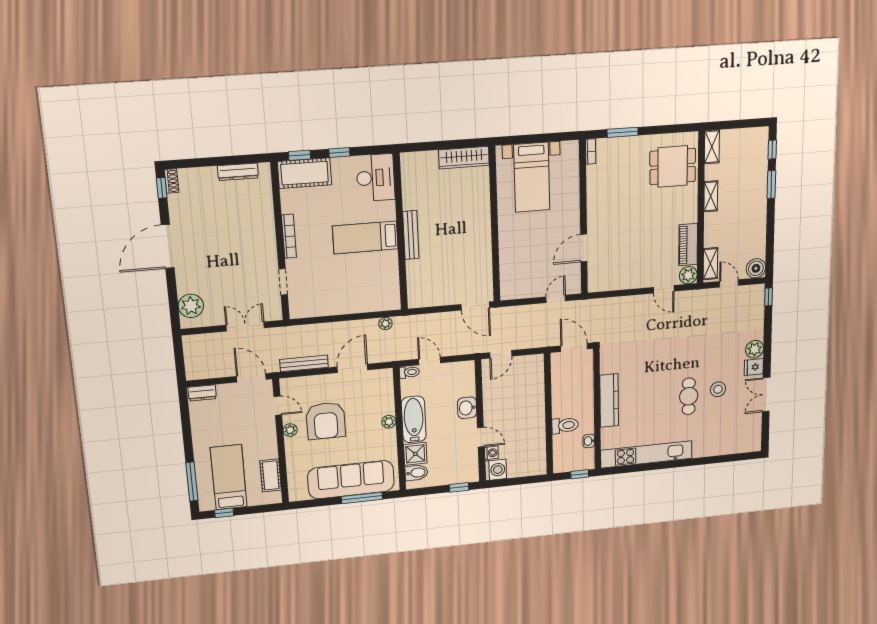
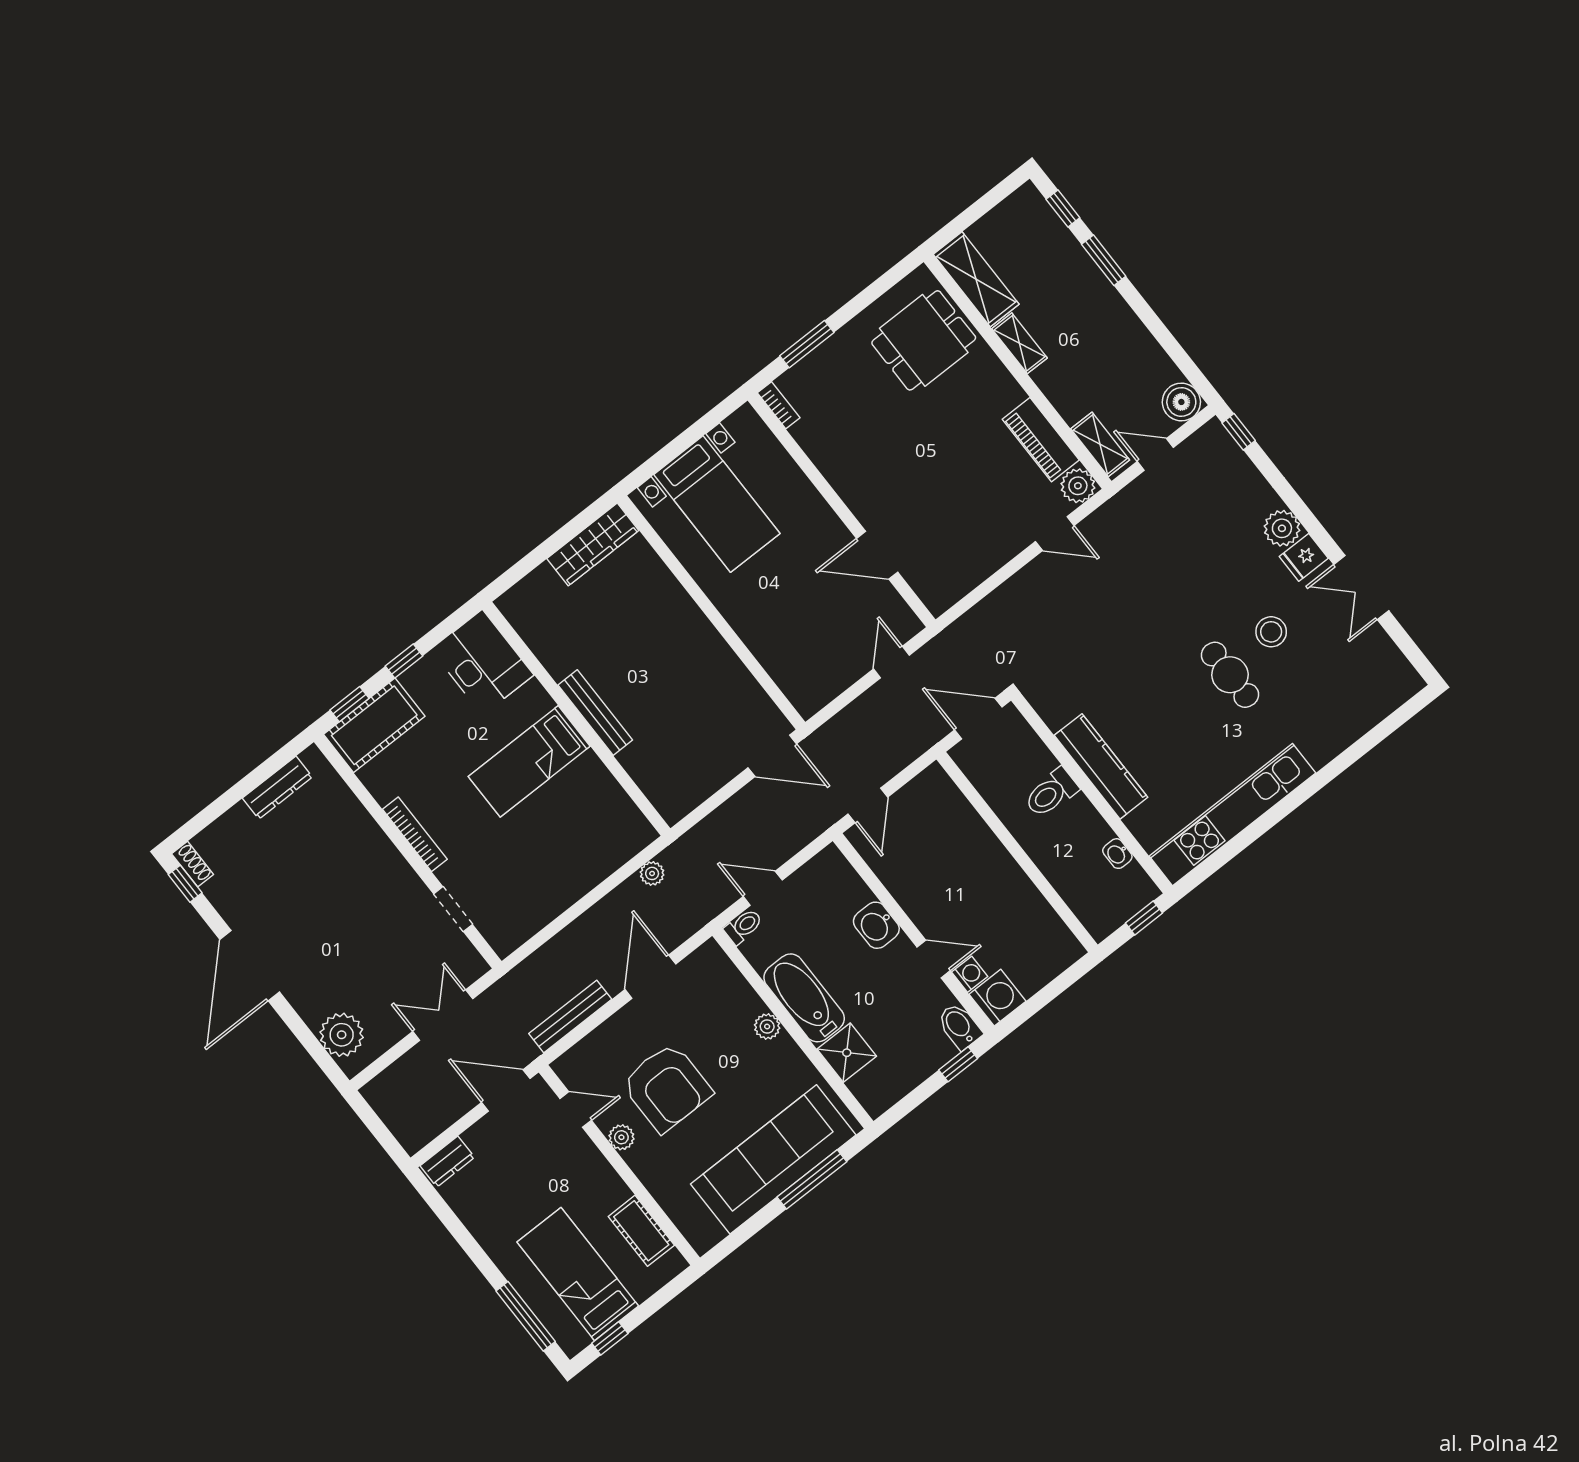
shelving: (712, 147) -> (976, 279), width x1.50, depth x1.33
door: (584, 248) -> (877, 555), hinge flipped
toilet: (565, 425) -> (1051, 793), moved, turned 180
bidet: (416, 473) -> (960, 1026), moved, turned -90

